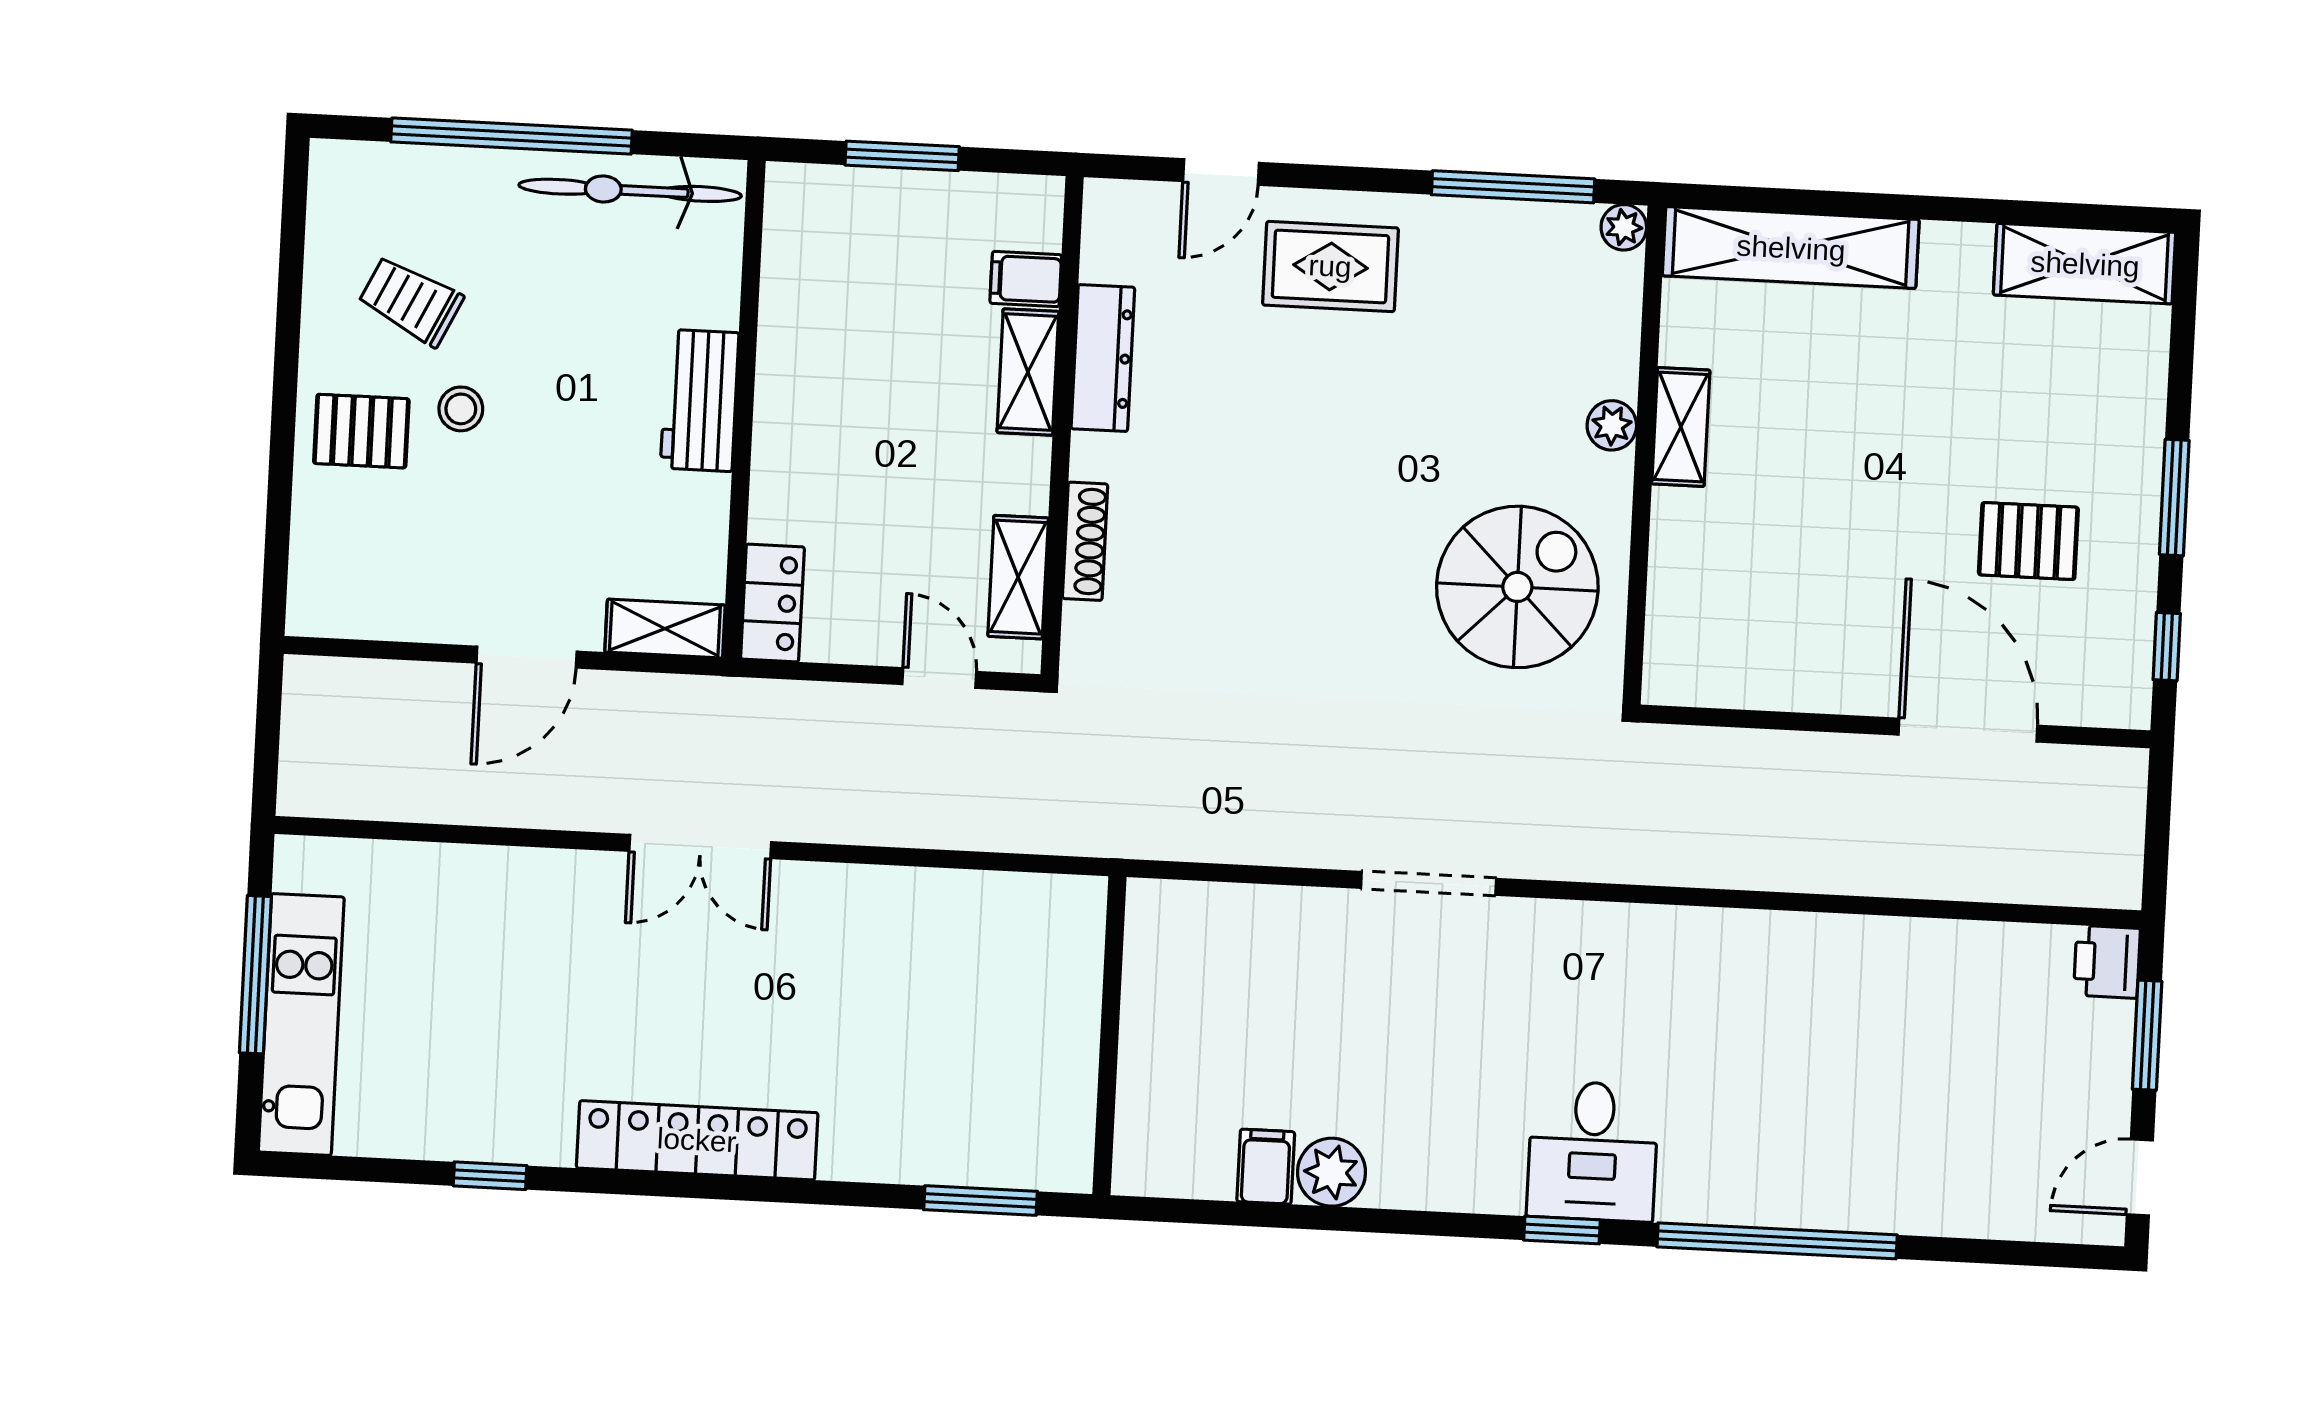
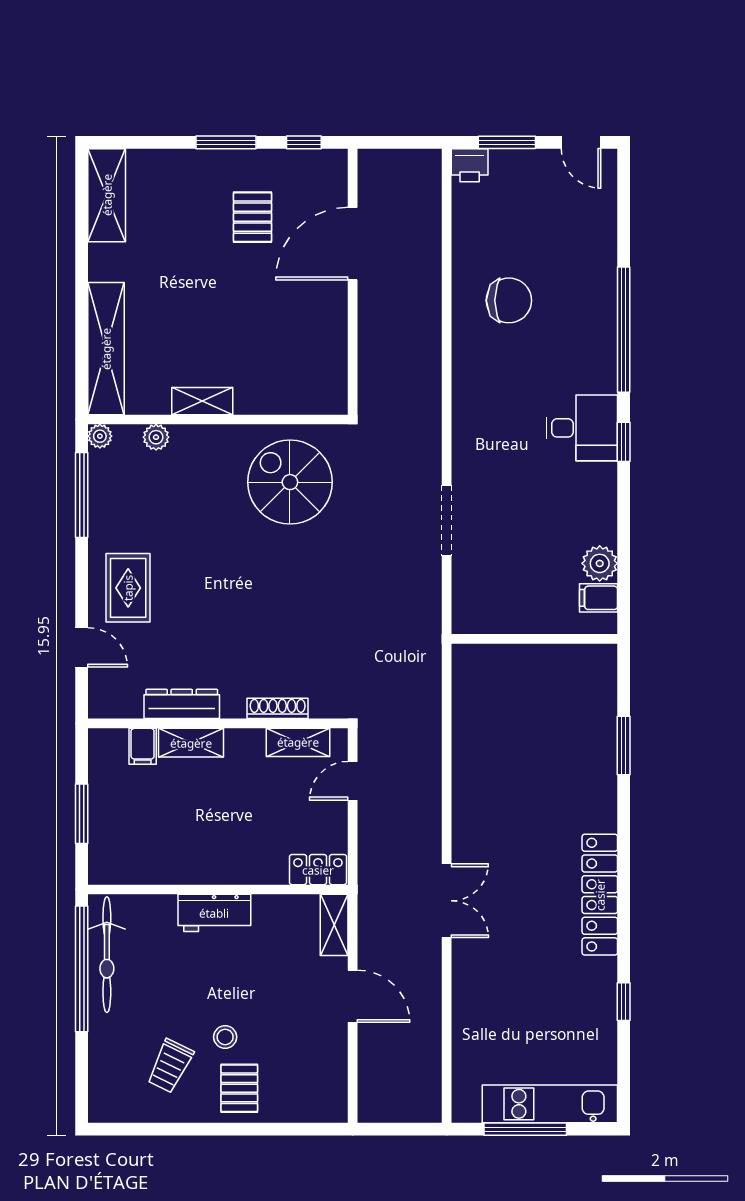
window: (511, 136) -> (82, 969), moved
plant: (1612, 425) -> (156, 437), moved
chair: (1844, 1024) -> (509, 300), added
wall: (1109, 1036) -> (534, 639), moved

